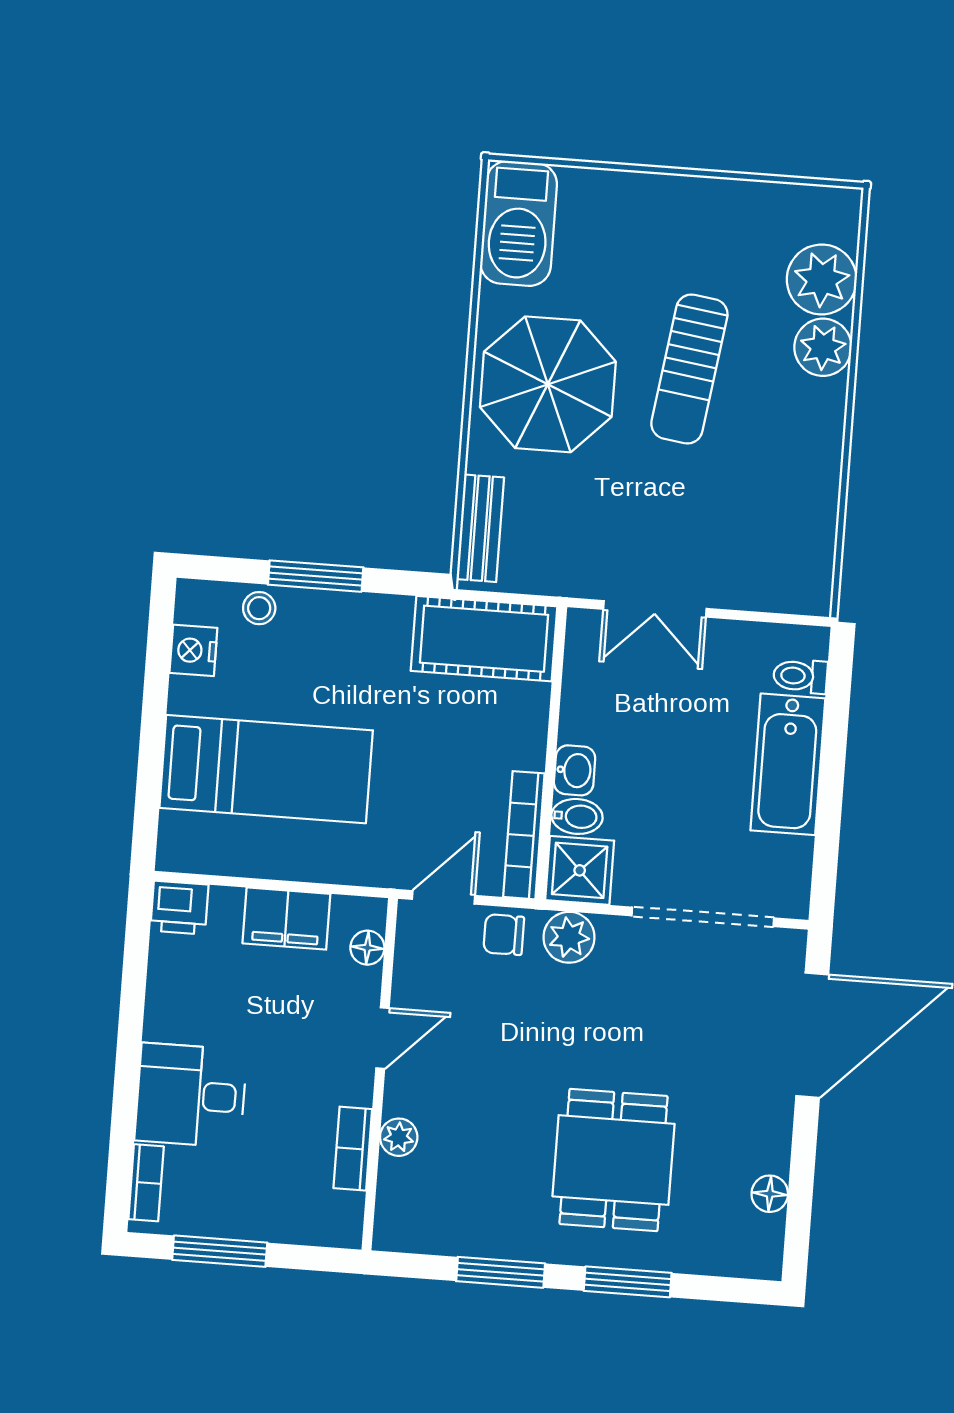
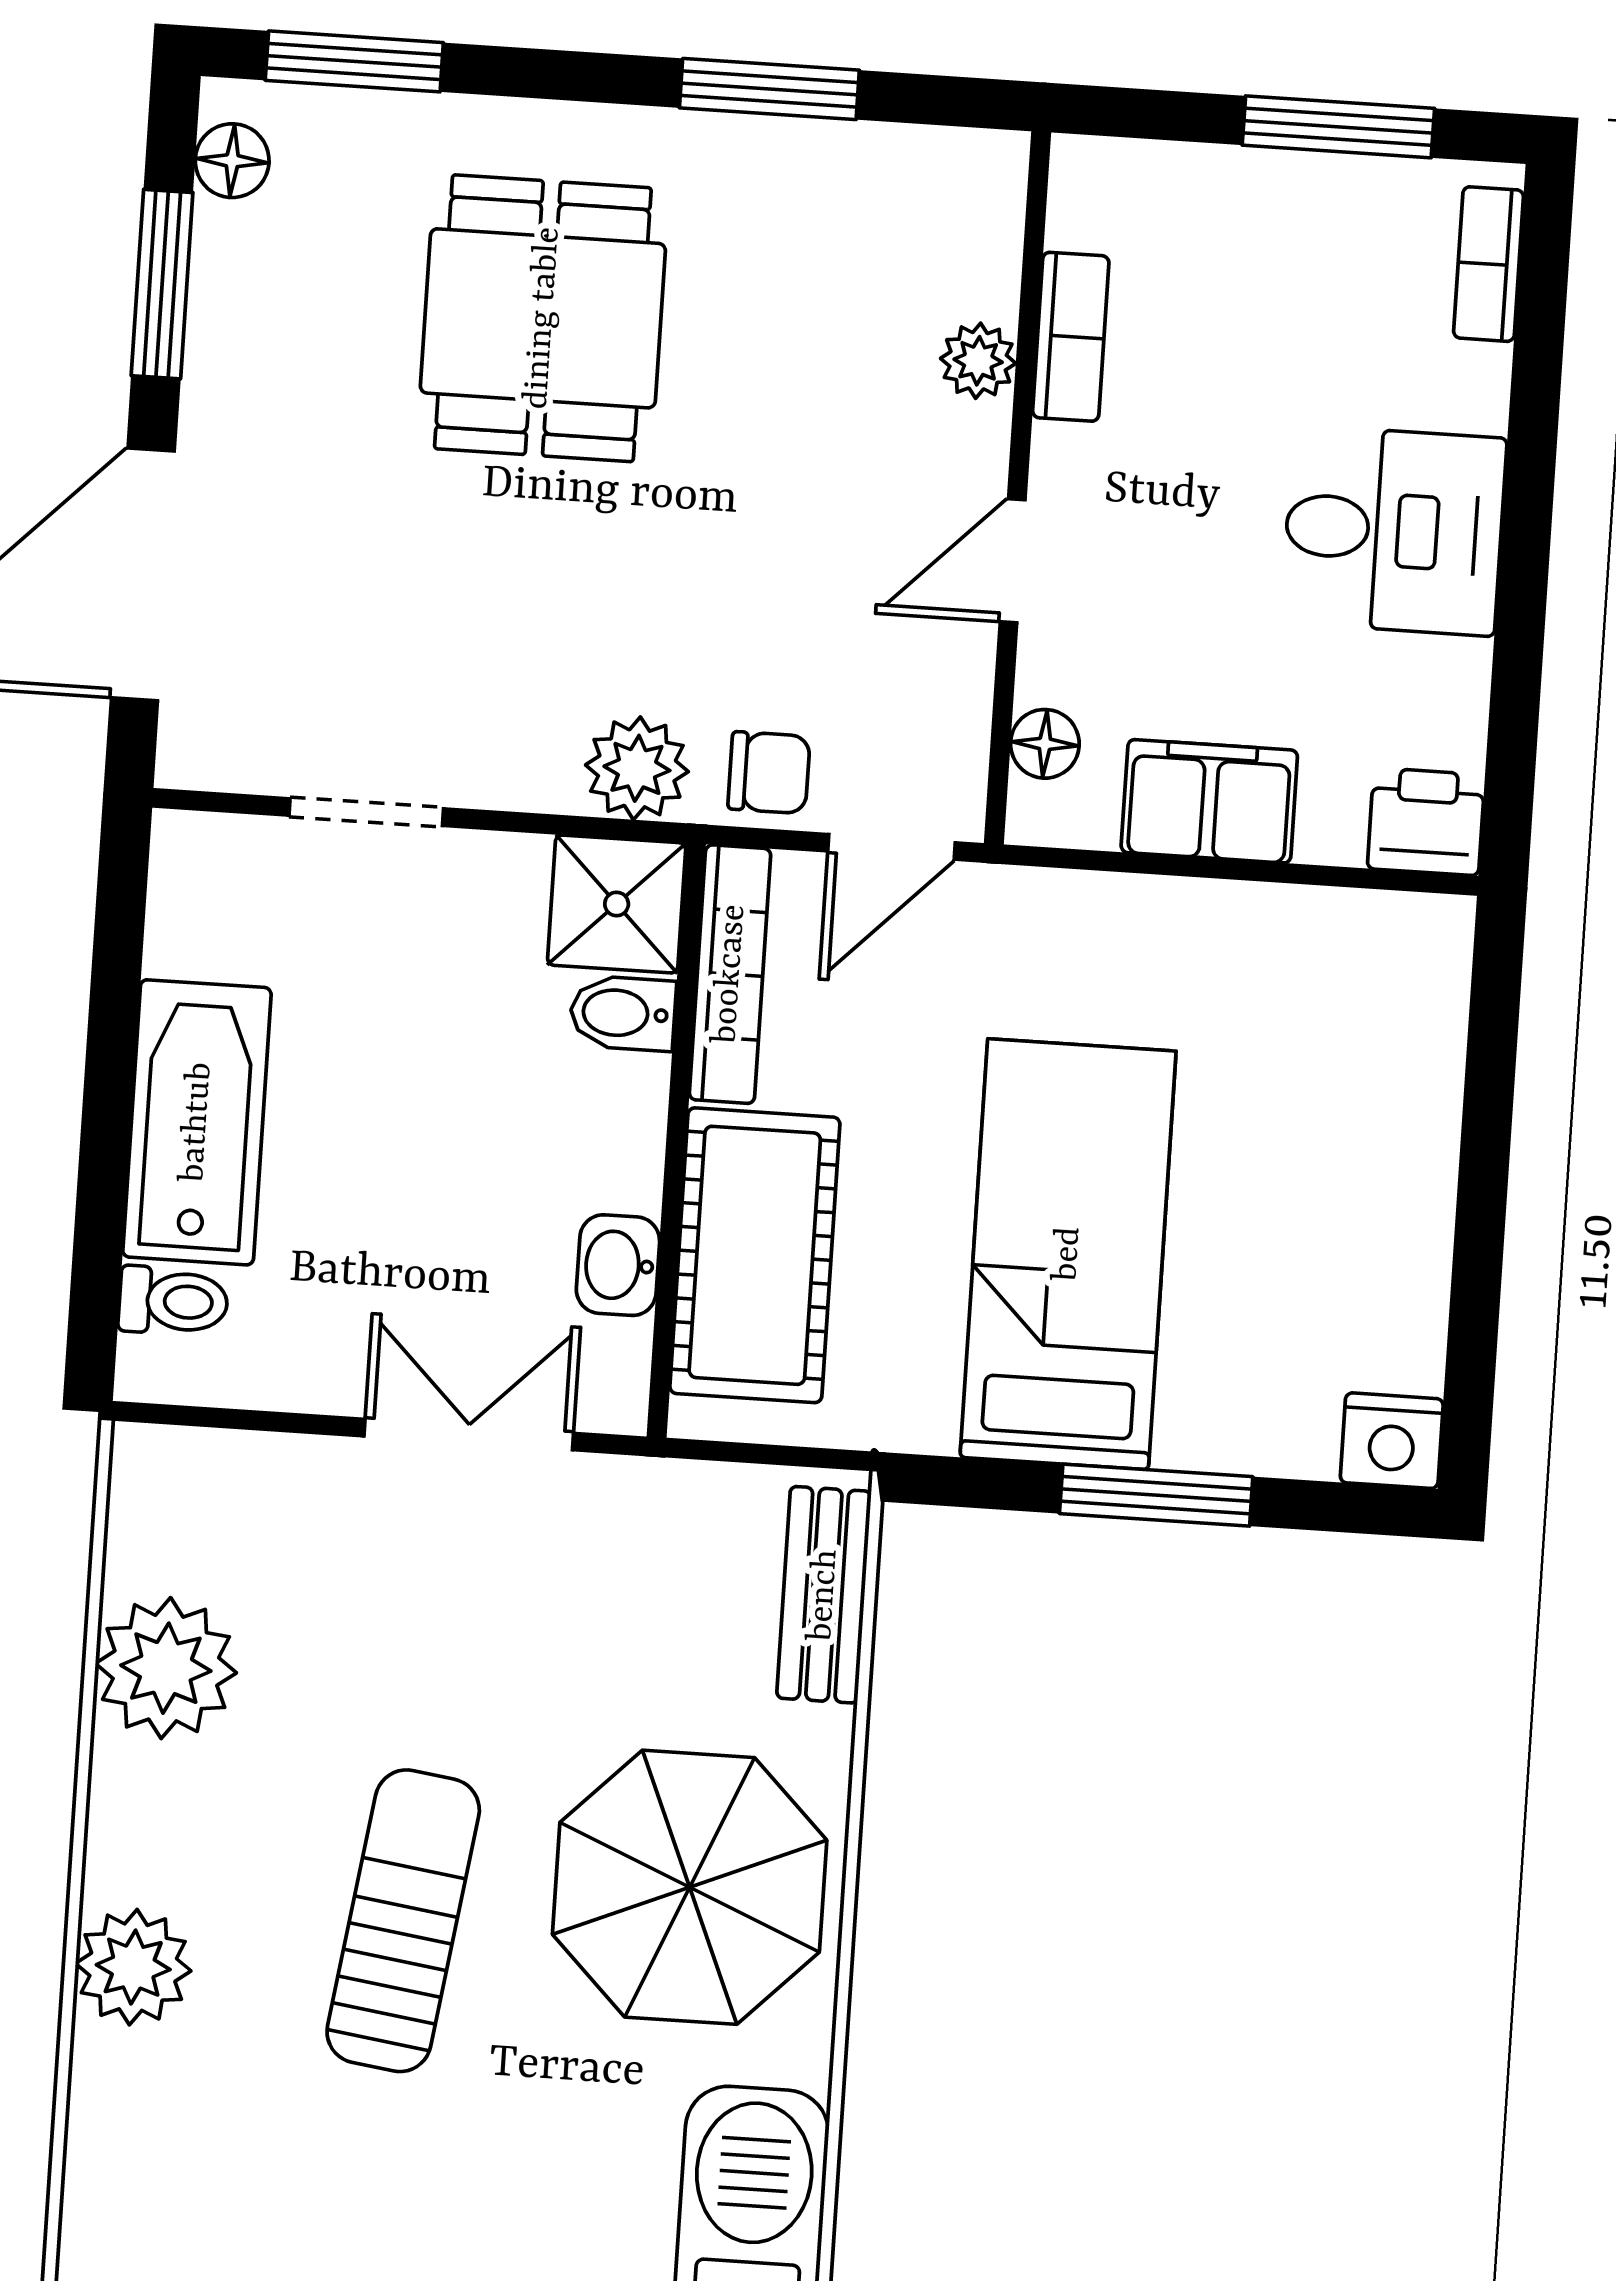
plant: (822, 279) -> (166, 1668), moved
stool: (259, 608) -> (1270, 1429), removed
cot: (484, 639) -> (755, 1255), moved, turned 90
nightstand: (193, 650) -> (1392, 1441), moved, turned 90
bed: (266, 769) -> (1068, 1254), moved, turned 90
washbasin: (575, 770) -> (618, 1265), moved
doorway: (703, 917) -> (366, 812), width x0.53
desk: (191, 1095) -> (1394, 530), moved
window: (801, 1179) -> (162, 284), added
floor lamp: (770, 1194) -> (232, 161), moved
window: (628, 1282) -> (354, 61), moved

